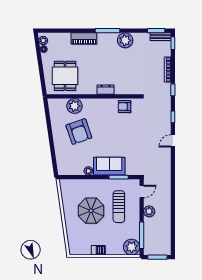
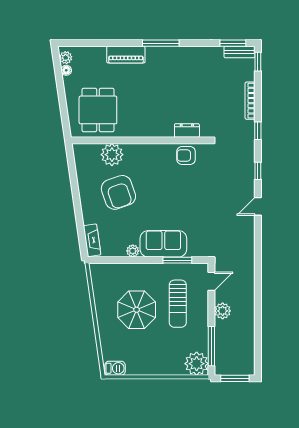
plant: (125, 40) -> (187, 57), removed
dresser: (106, 90) -> (187, 130), moved
fireplace: (61, 164) -> (92, 240), added
barbecue: (98, 250) -> (115, 368), moved

